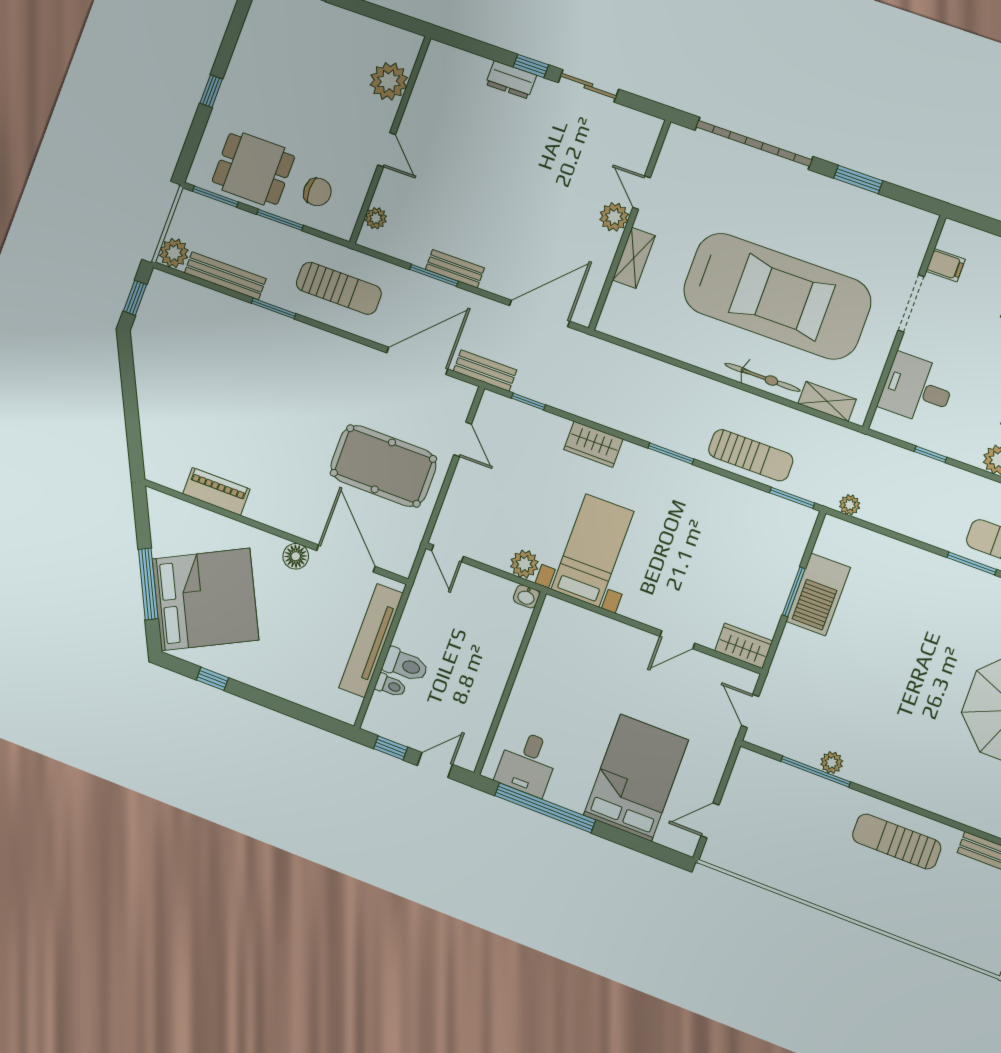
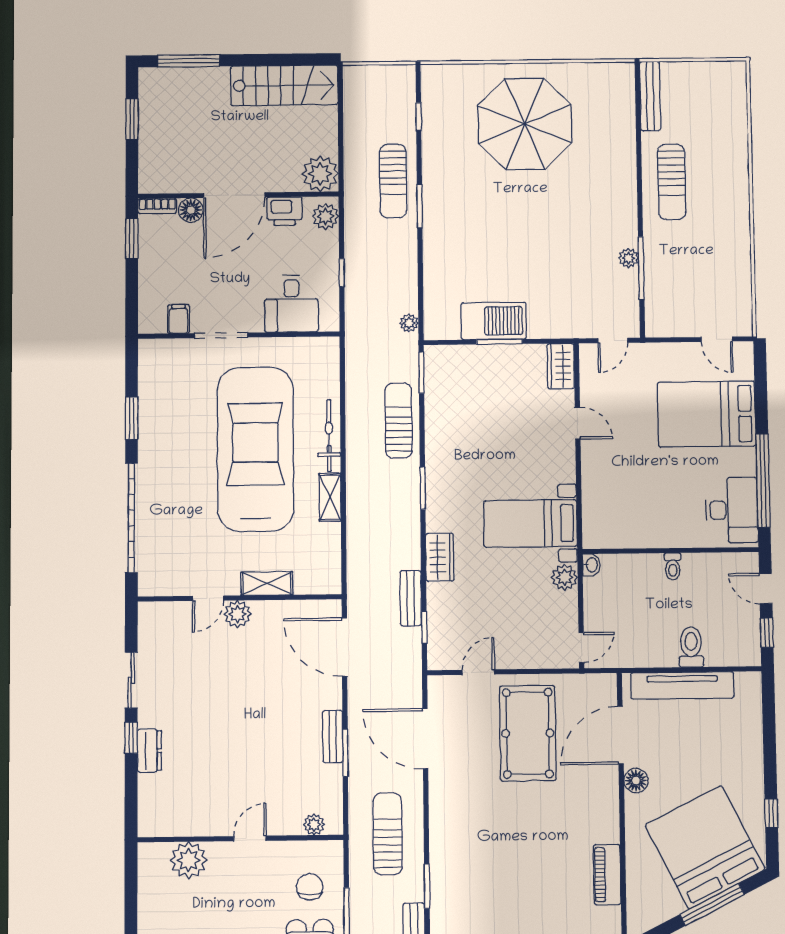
bench: (485, 371) -> (411, 598), moved
shelving: (827, 401) -> (330, 497), moved
toilet: (391, 686) -> (673, 567), moved, turned 180
desk: (527, 763) -> (732, 510), width x1.37

